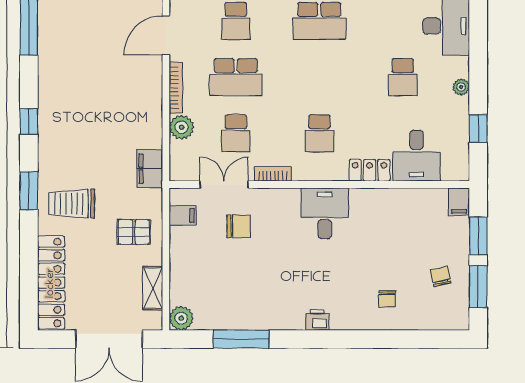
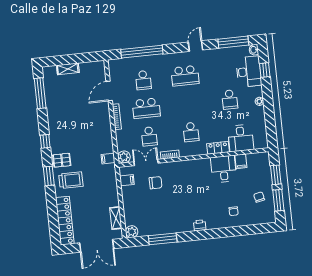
plant: (181, 127) -> (124, 157), moved
window: (478, 129) -> (265, 70), moved
filing cabinet: (150, 169) -> (108, 159), width x0.50
filing cabinet: (459, 202) -> (241, 161), moved
trolley: (72, 204) -> (71, 180), turned 180
desk: (325, 213) -> (224, 169), moved
pallet: (134, 232) -> (62, 160), moved

